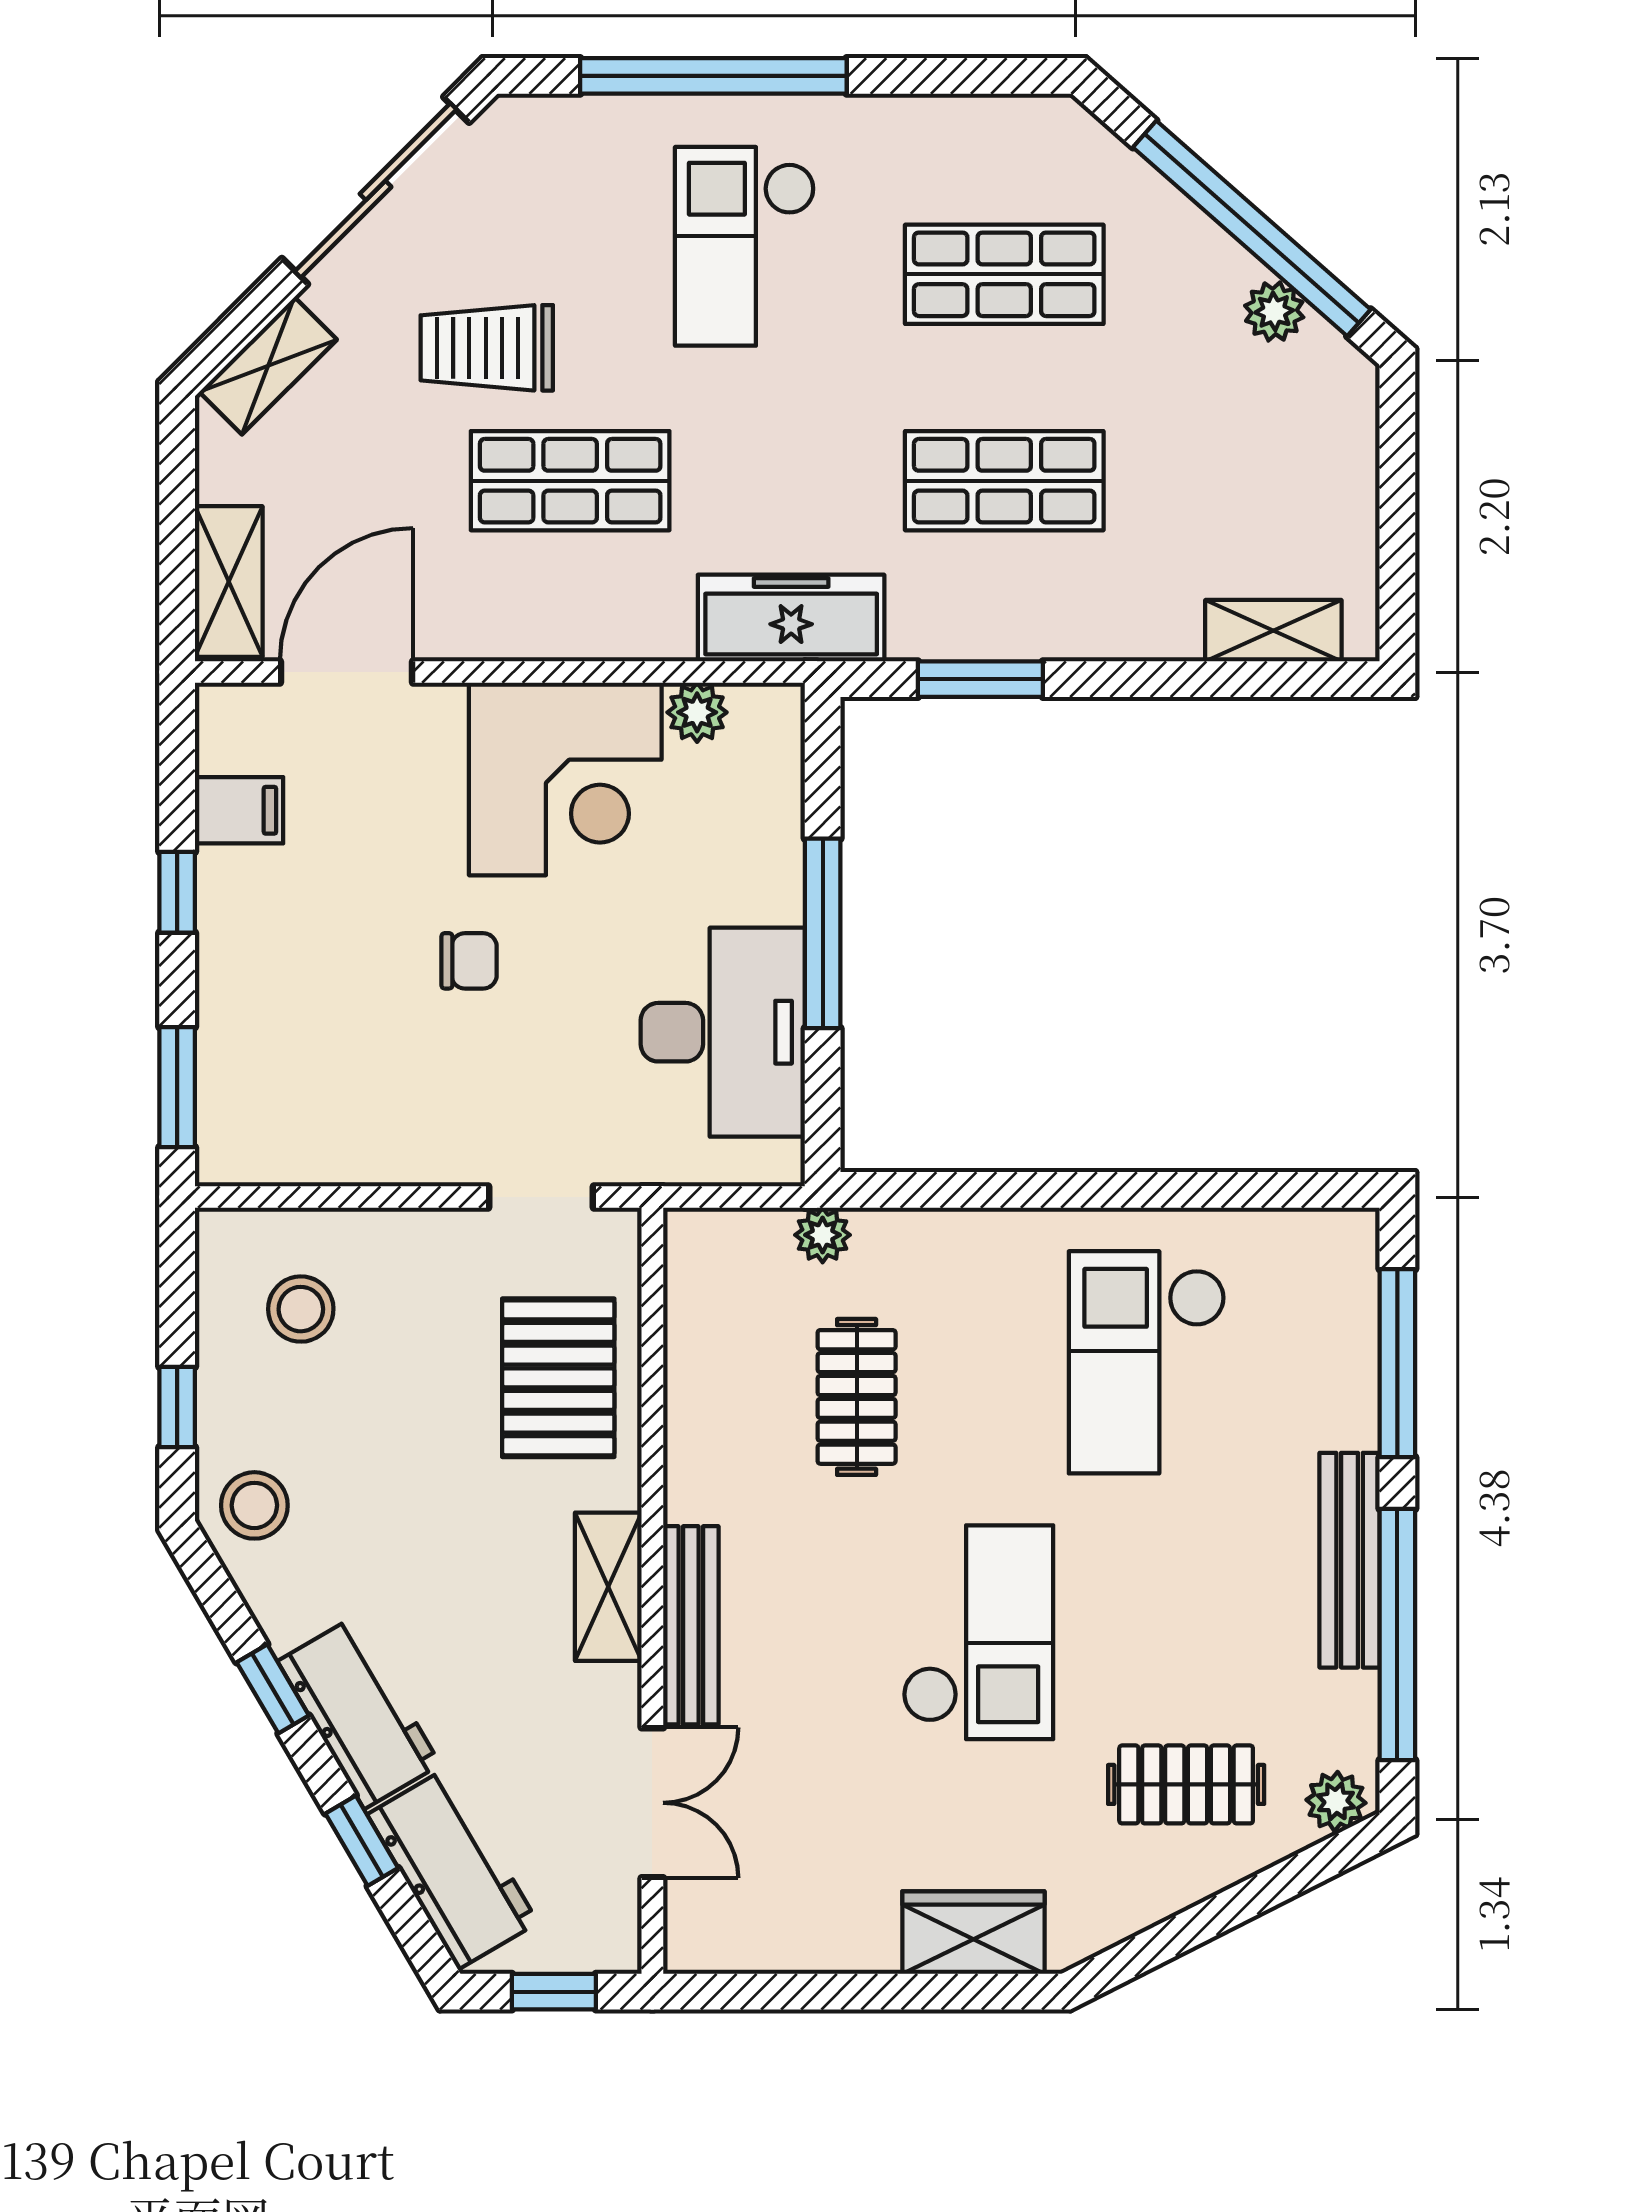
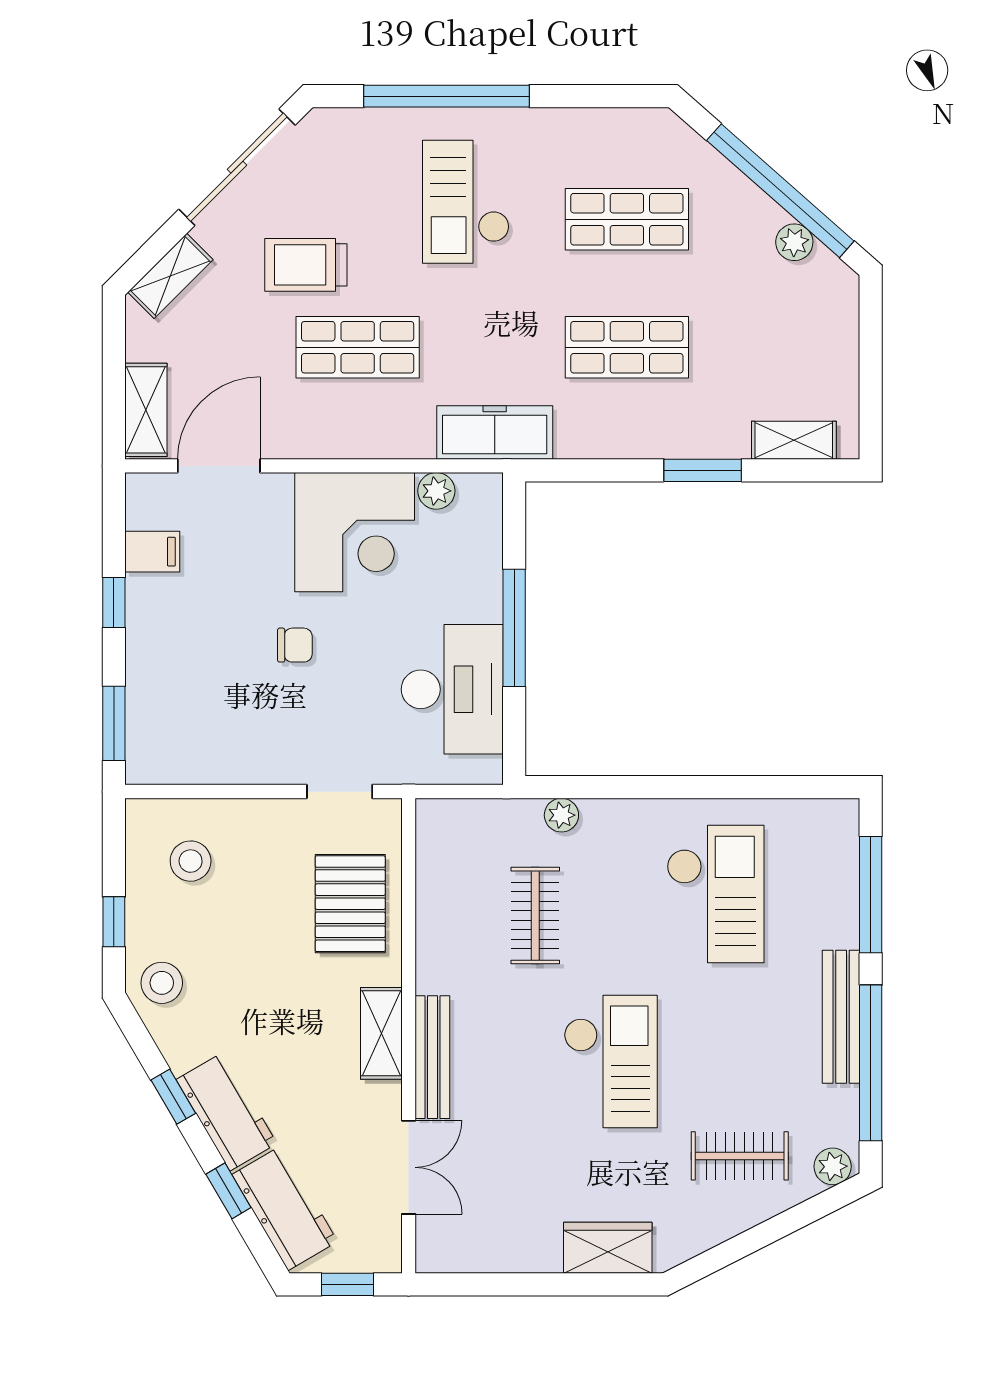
window: (980, 679) -> (703, 470), moved
plant: (823, 1235) -> (561, 815), moved
checkout: (1147, 1362) -> (715, 894), turned 180

